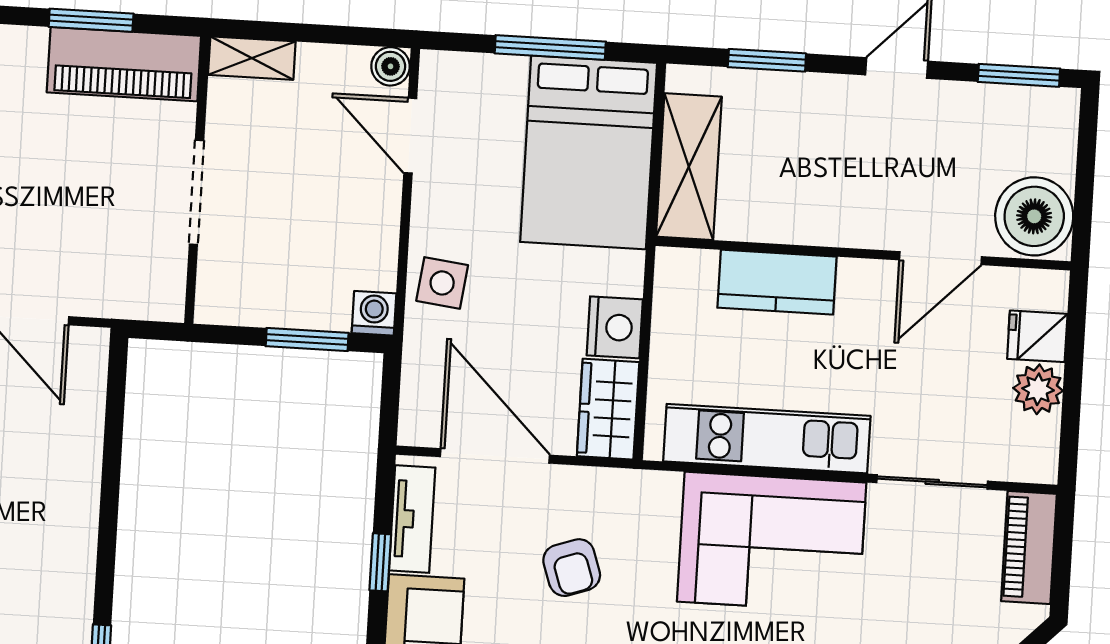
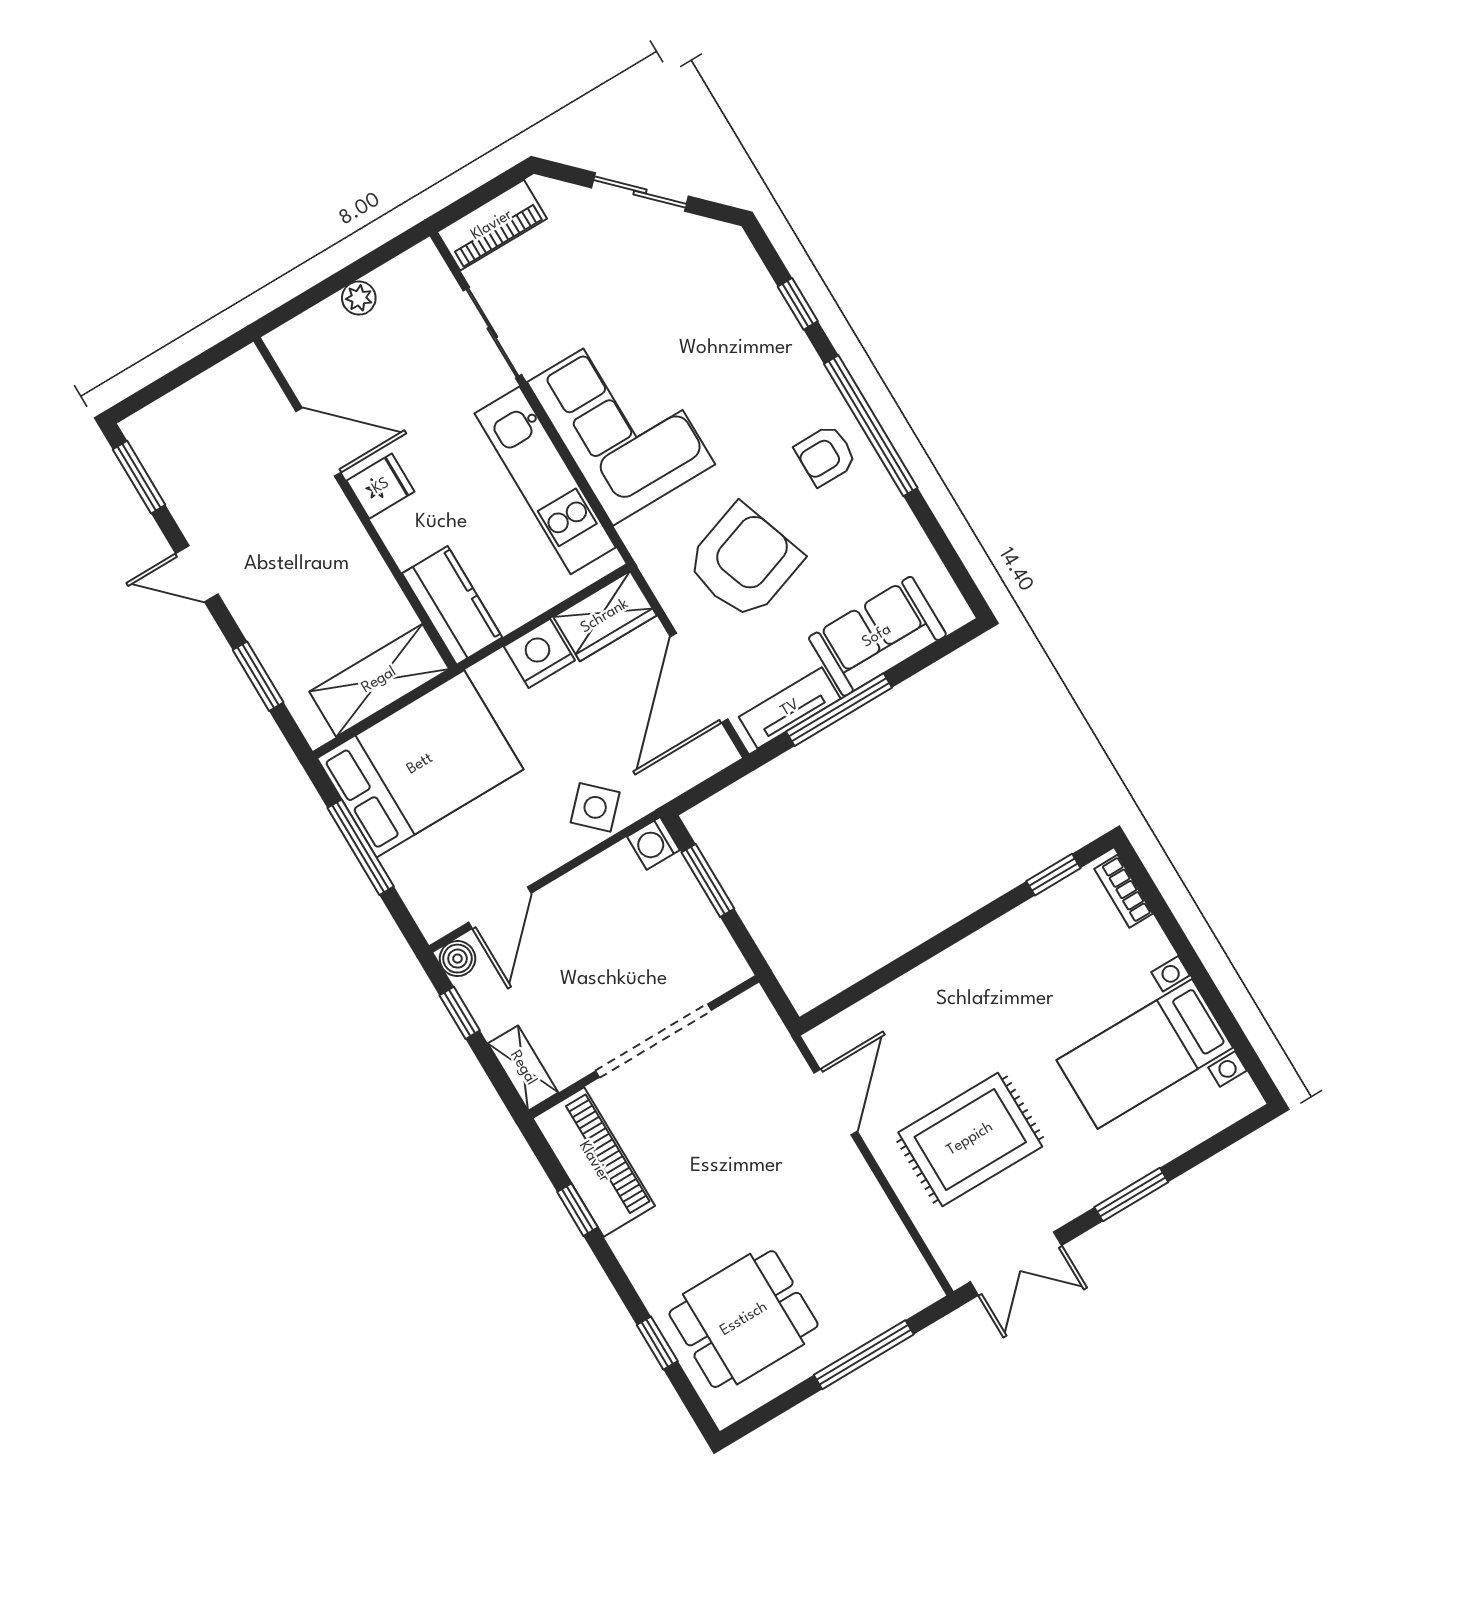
window: (91, 20) -> (577, 1210), width x0.67
window: (340, 35) -> (460, 1013), added
doorway: (196, 192) -> (654, 1041), width x1.36
boiler: (1034, 216) -> (238, 393), removed
kitchen counter: (777, 282) -> (452, 605), moved
side table: (442, 283) -> (595, 807), turned 37
fridge: (1037, 336) -> (381, 486), moved, turned -90
plant: (1038, 389) -> (359, 298), width x0.73, depth x0.73
window: (380, 562) -> (839, 710), width x2.17
armchair: (572, 568) -> (744, 562), width x1.88, depth x1.88

